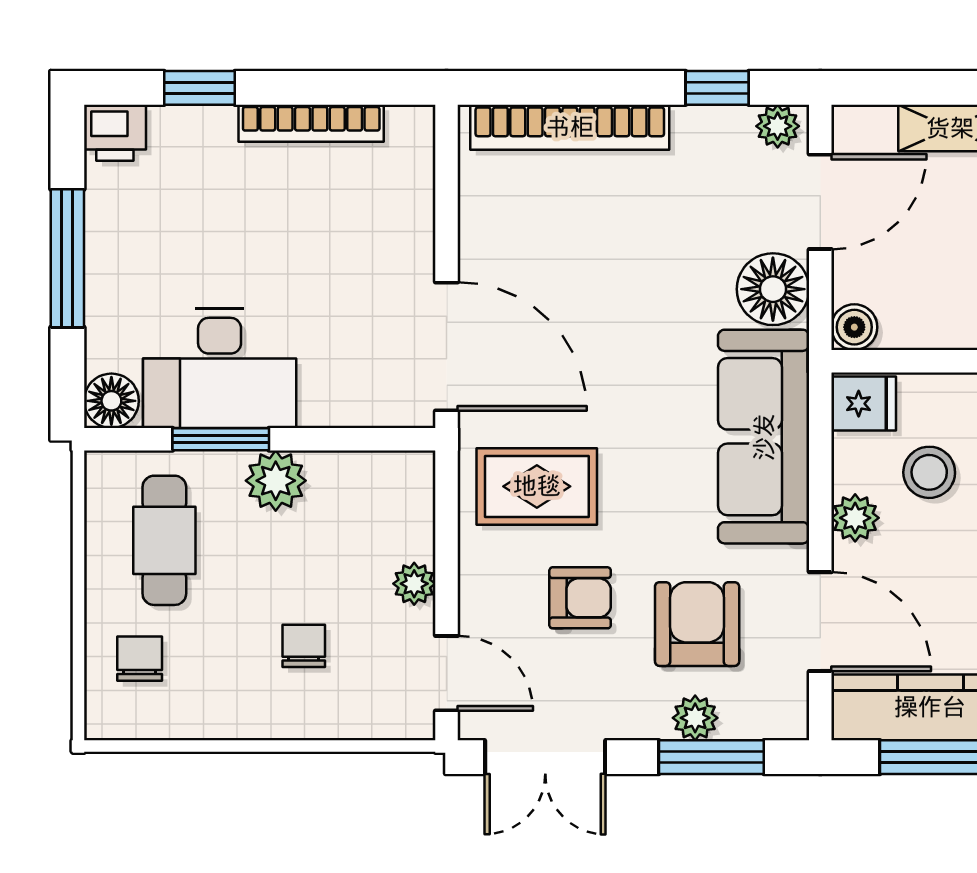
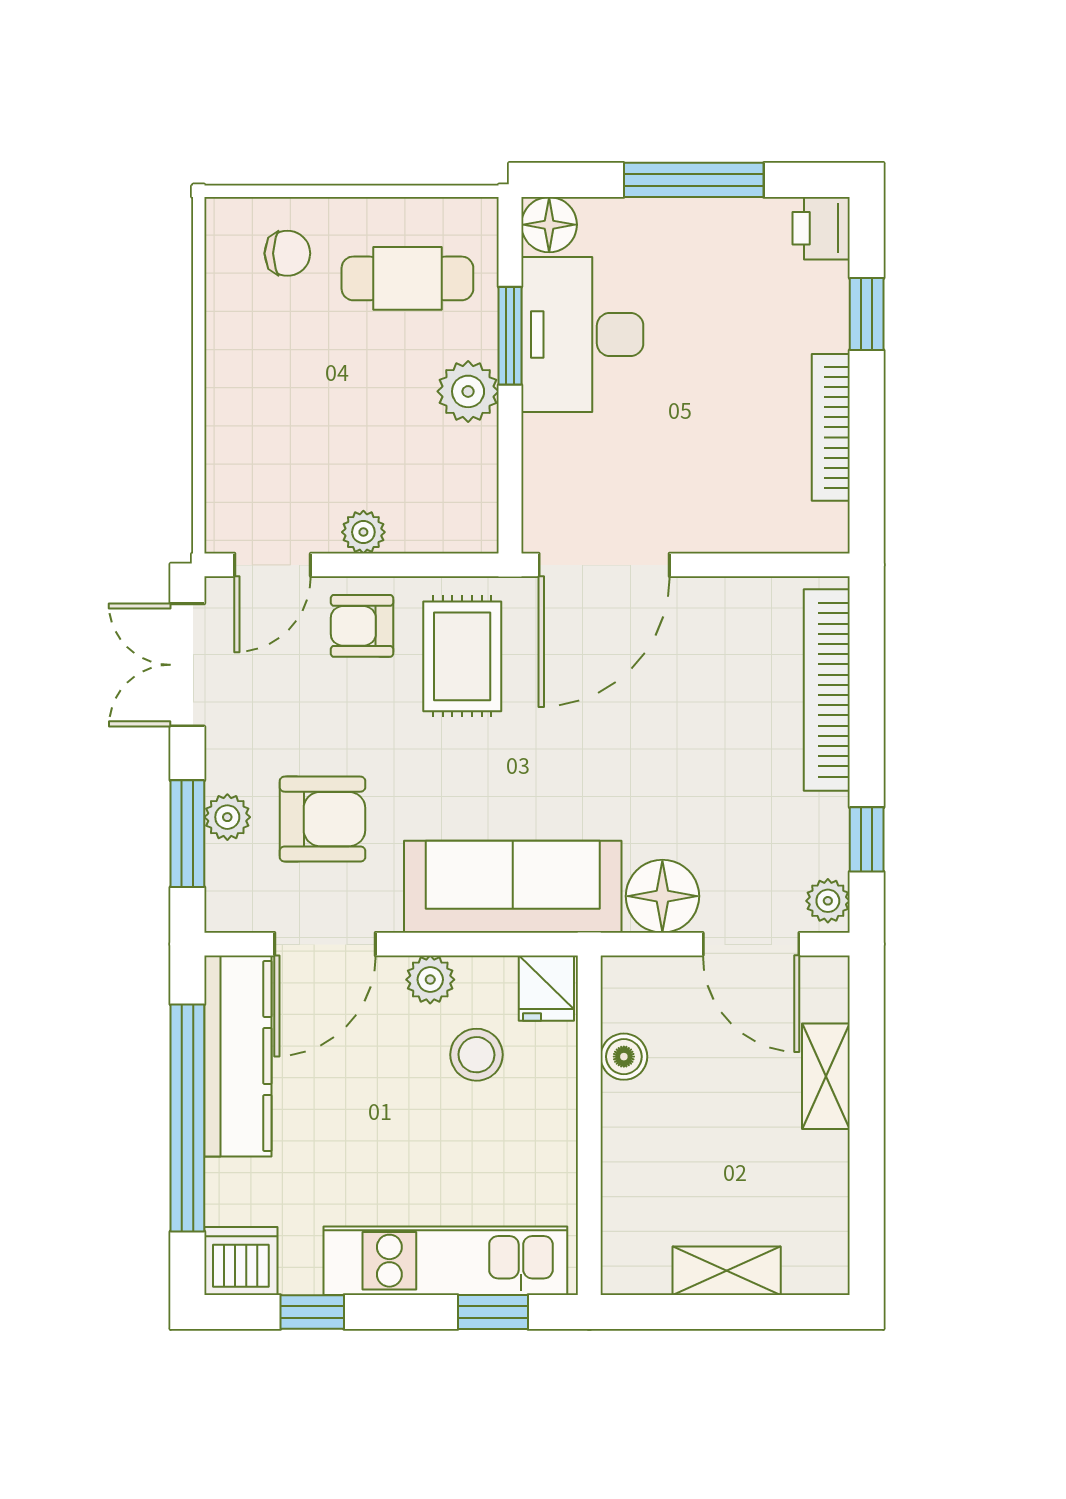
boiler: (854, 327) -> (624, 1057), moved
armchair: (580, 598) -> (362, 626), moved, turned 90
chair: (304, 646) -> (300, 420), removed

